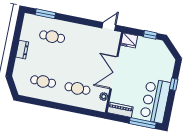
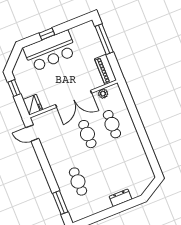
dresser: (22, 50) -> (121, 198), moved
cafe table: (43, 81) -> (87, 134), moved
bar counter: (155, 101) -> (50, 51), moved

